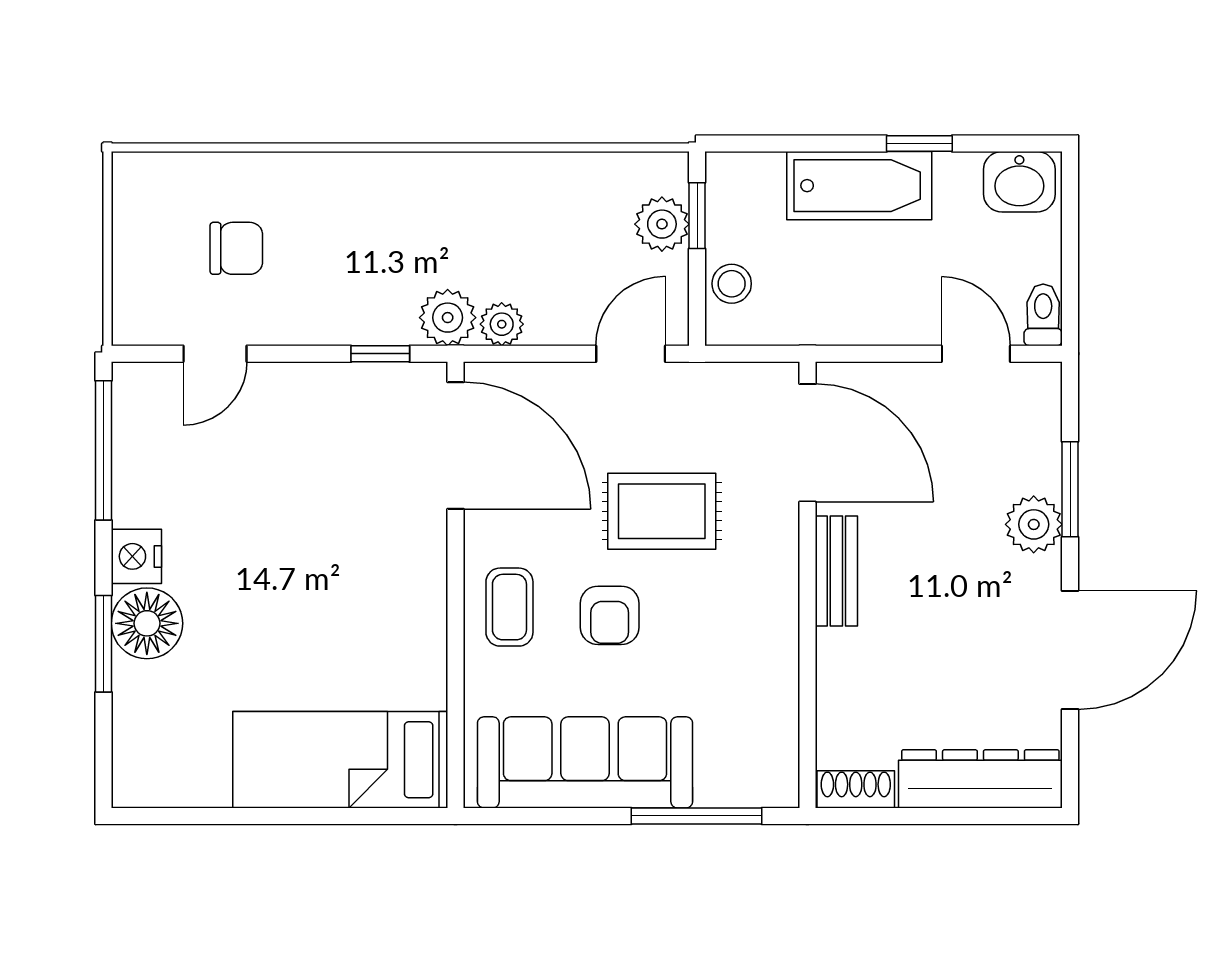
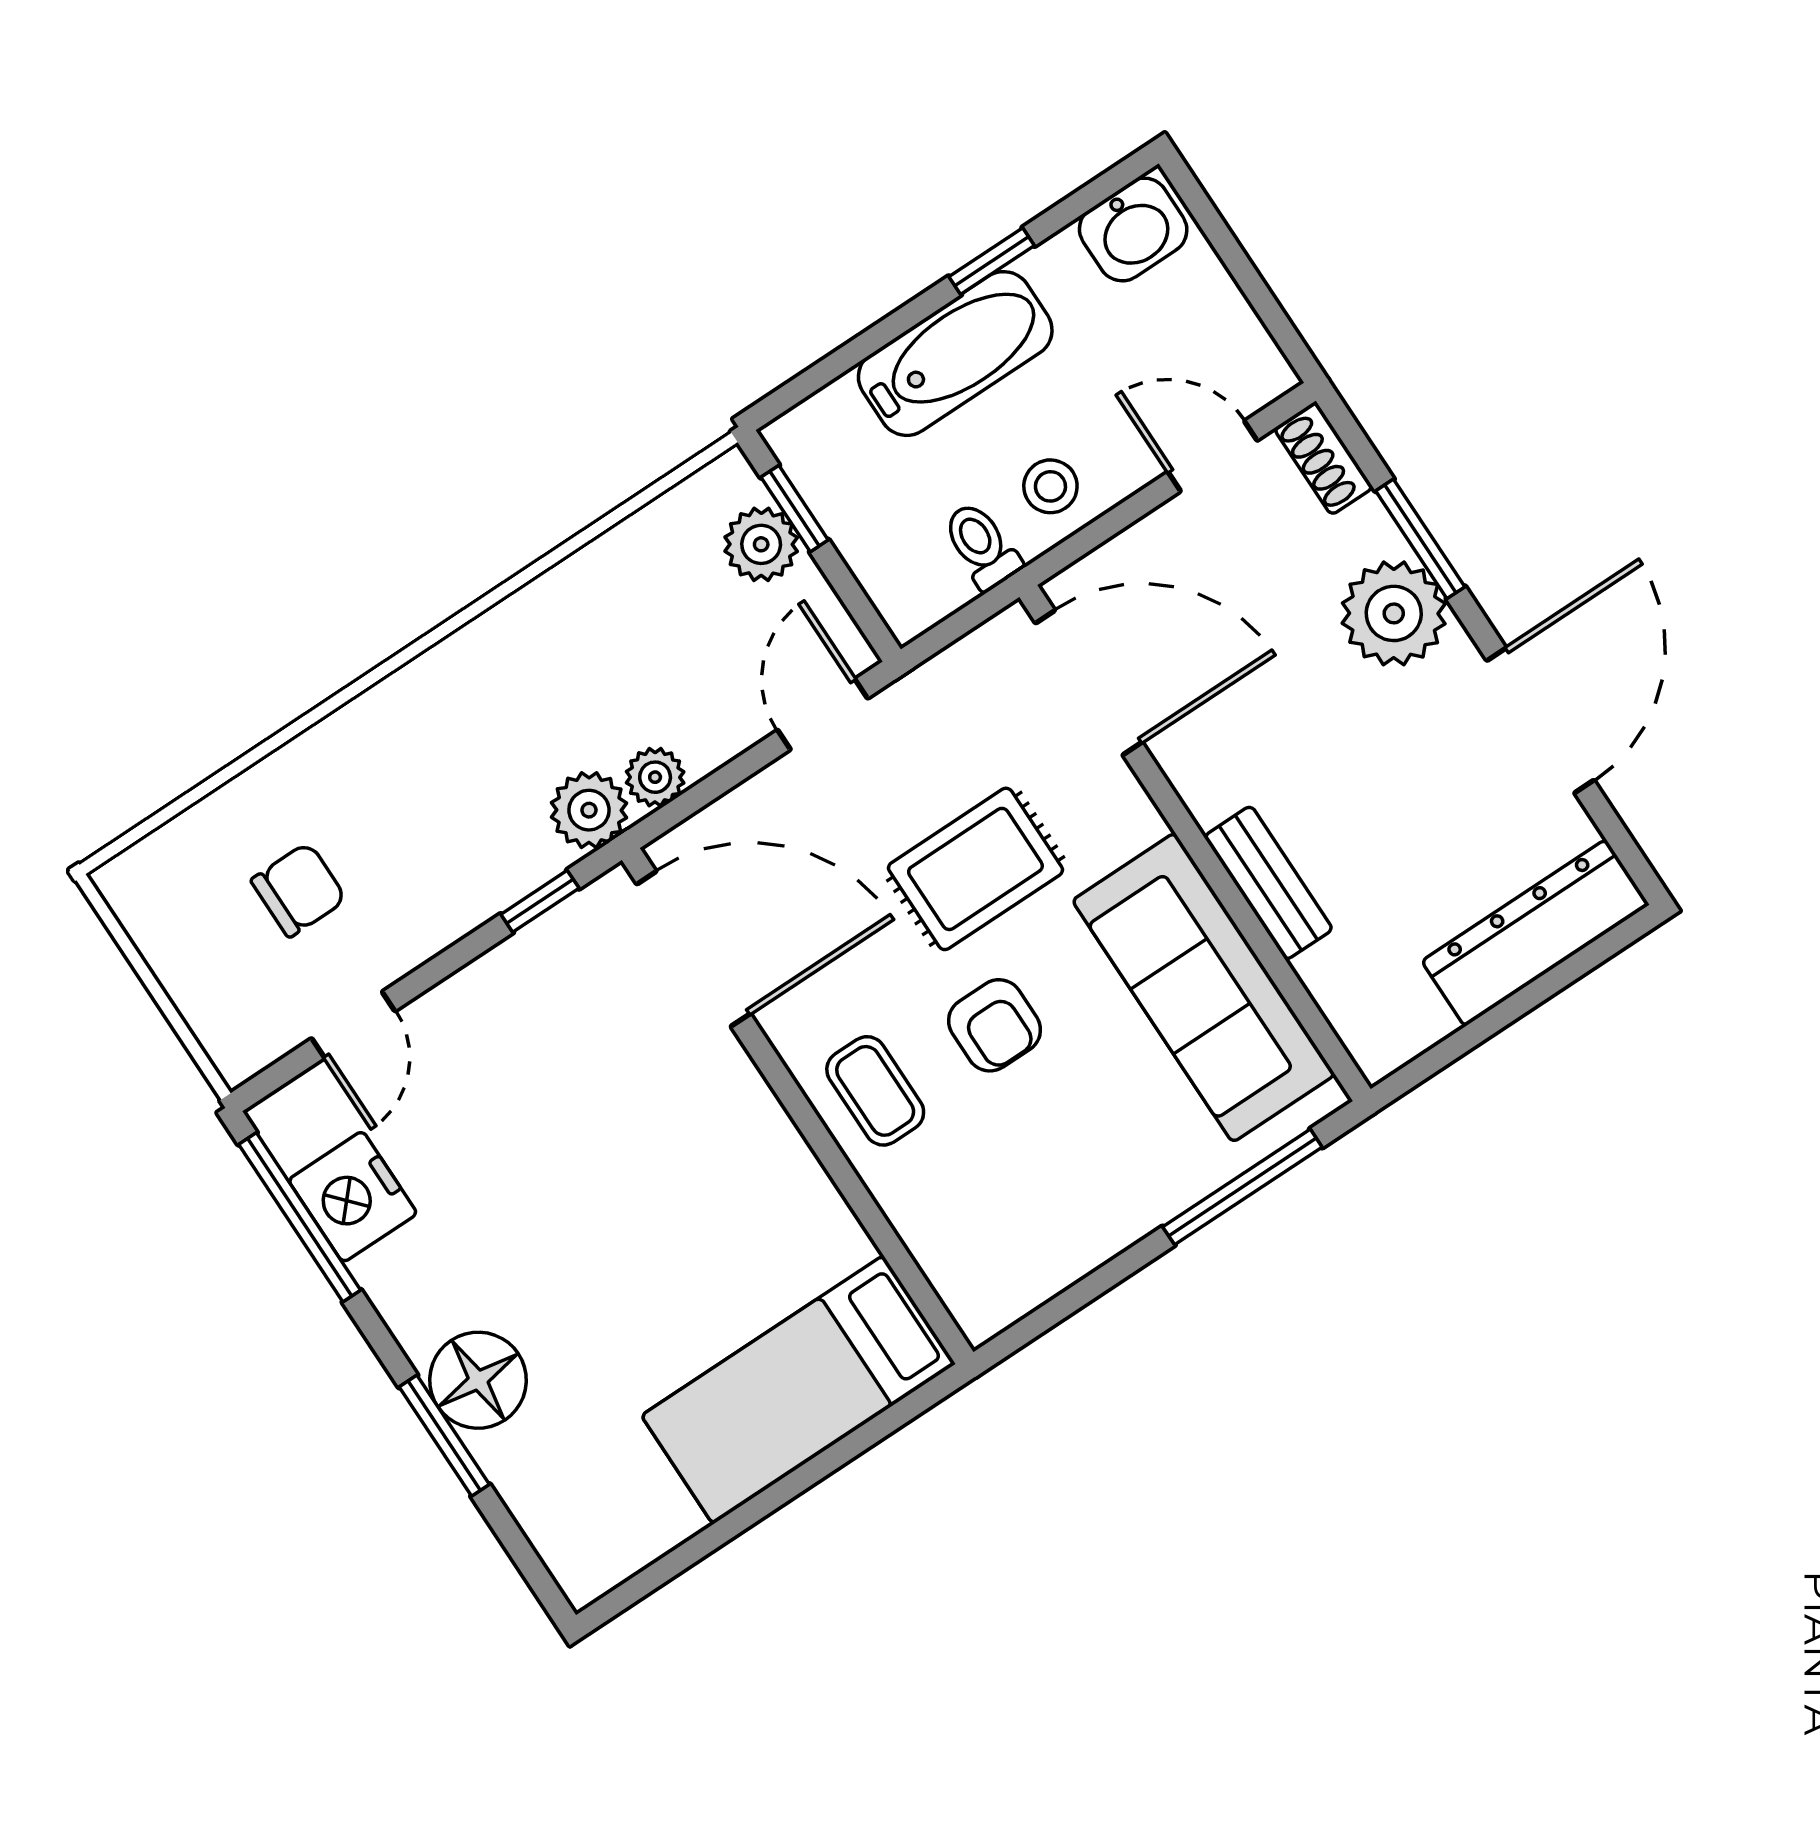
stool: (732, 284) -> (1050, 486), moved
toilet: (1043, 315) -> (982, 546), moved
plant: (1034, 524) -> (1394, 613), width x1.36, depth x1.36
nightstand: (136, 556) -> (353, 1197), moved, width x1.36, depth x1.33
bench: (836, 571) -> (1268, 883), moved
sofa: (585, 762) -> (1204, 987), moved, turned -90
shoe rack: (856, 789) -> (1324, 458), moved, turned -90

